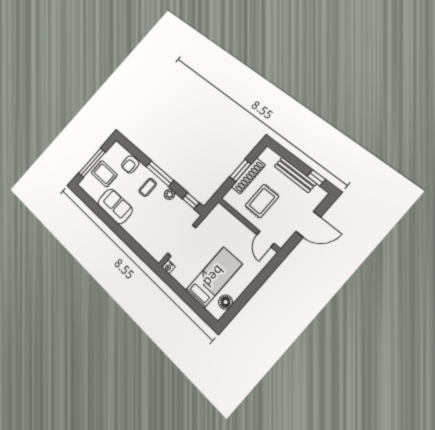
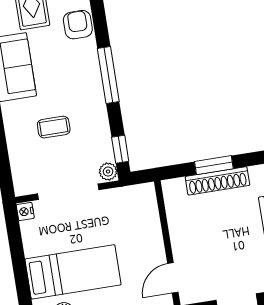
armchair: (130, 164) -> (78, 25), turned 90
coffee table: (148, 187) -> (54, 127), moved
plant: (170, 194) -> (108, 172), moved
rug: (262, 201) -> (207, 228), removed

